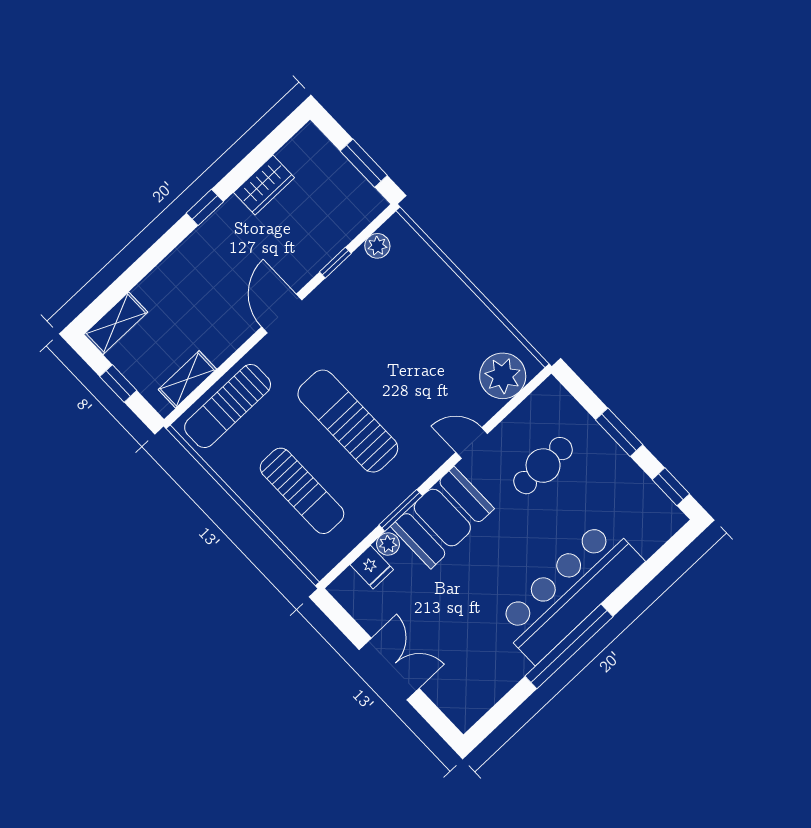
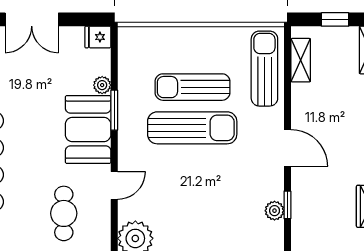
plant: (377, 246) -> (275, 211), moved
sun lounger: (302, 491) -> (193, 87), moved
fridge: (372, 567) -> (98, 37), moved

